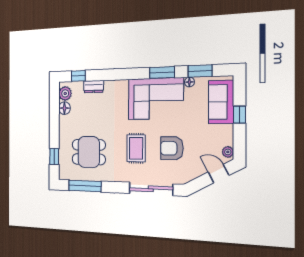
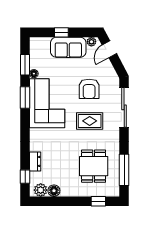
sofa: (221, 102) -> (68, 47), moved

